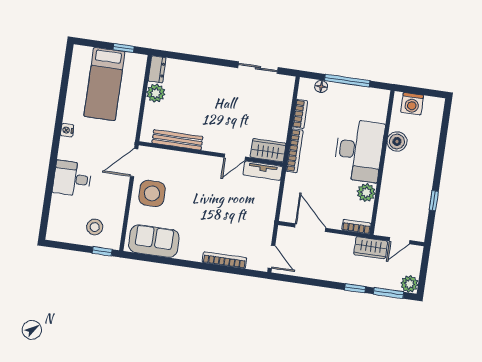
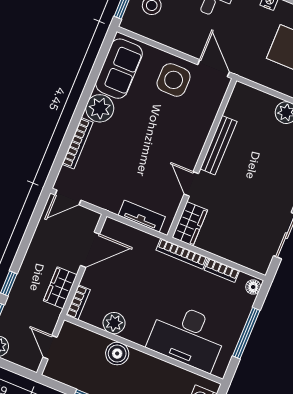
floor lamp: (321, 86) -> (253, 287), moved
bench: (177, 140) -> (218, 145), moved
boiler: (397, 141) -> (117, 354), moved
desk: (359, 150) -> (188, 336), moved
tv unit: (263, 171) -> (142, 216), moved, turned 90
wardrobe: (371, 248) -> (60, 288), moved
plant: (191, 249) -> (100, 108), added

